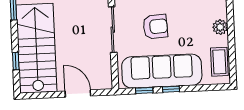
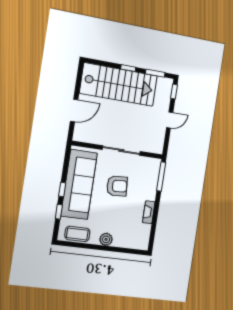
armchair: (155, 27) -> (117, 186), turned -91
window: (16, 61) -> (128, 68), moved
window: (144, 91) -> (59, 212), moved

